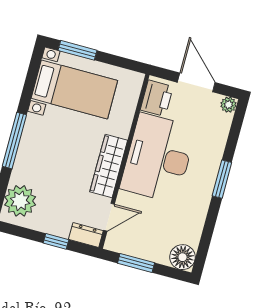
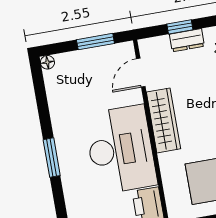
dresser: (86, 235) -> (187, 40), moved
floor lamp: (183, 257) -> (47, 62), width x0.53, depth x0.53

